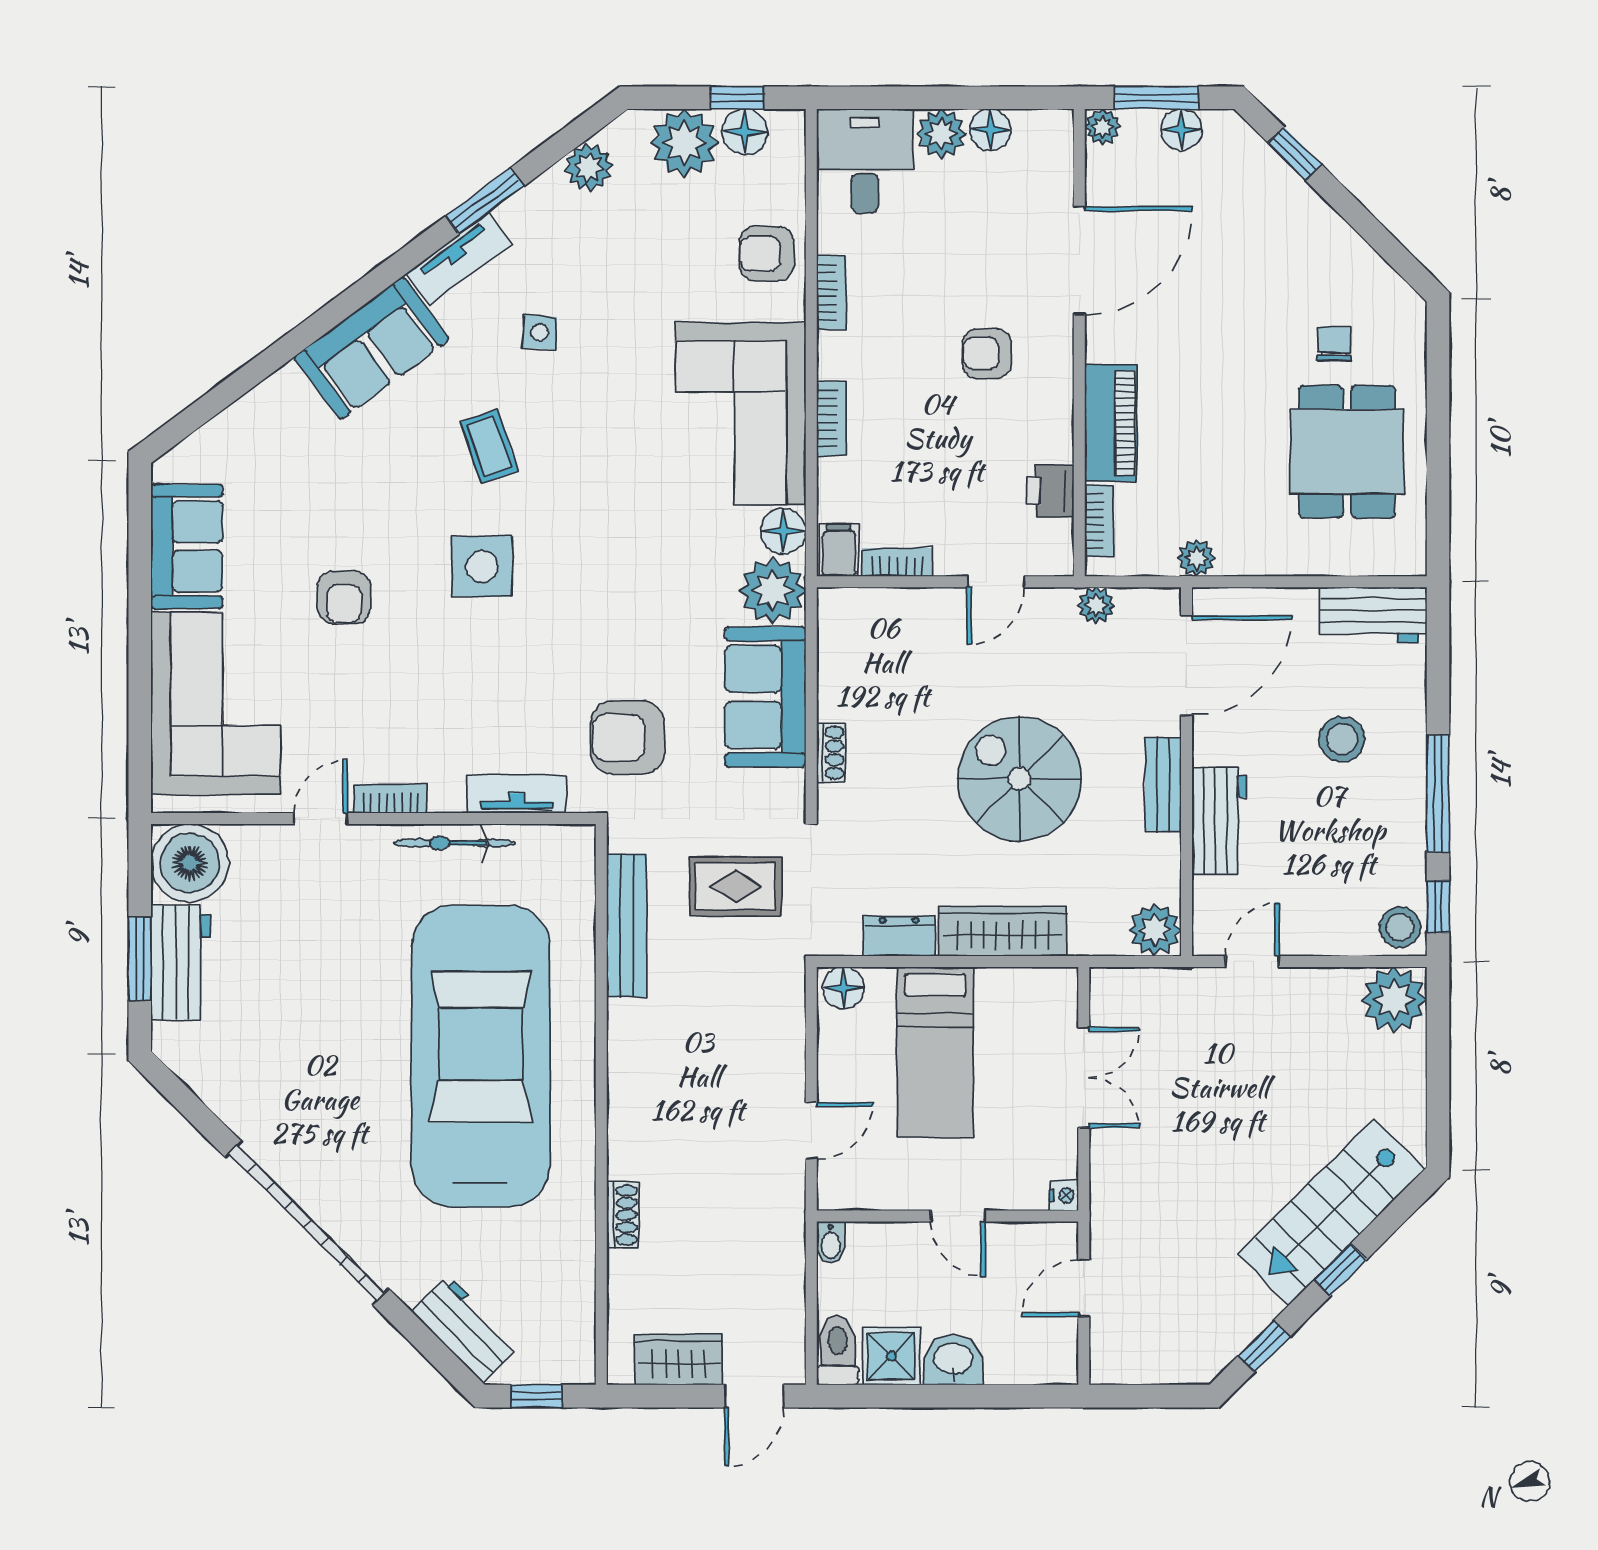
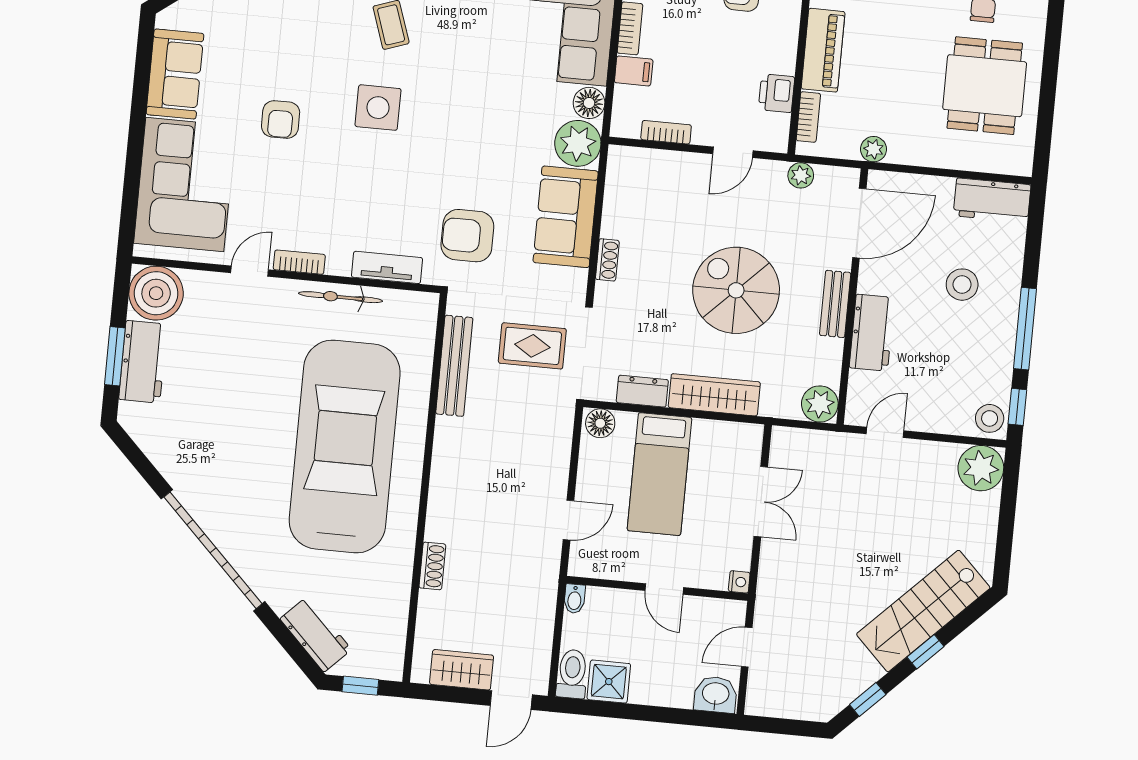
filing cabinet: (839, 550) -> (634, 71), moved, turned 90
washbasin: (953, 1360) -> (716, 694), moved

